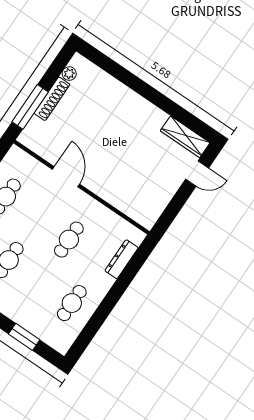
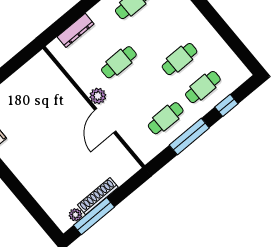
window: (30, 107) -> (94, 216), moved
plant: (81, 200) -> (98, 96), added

